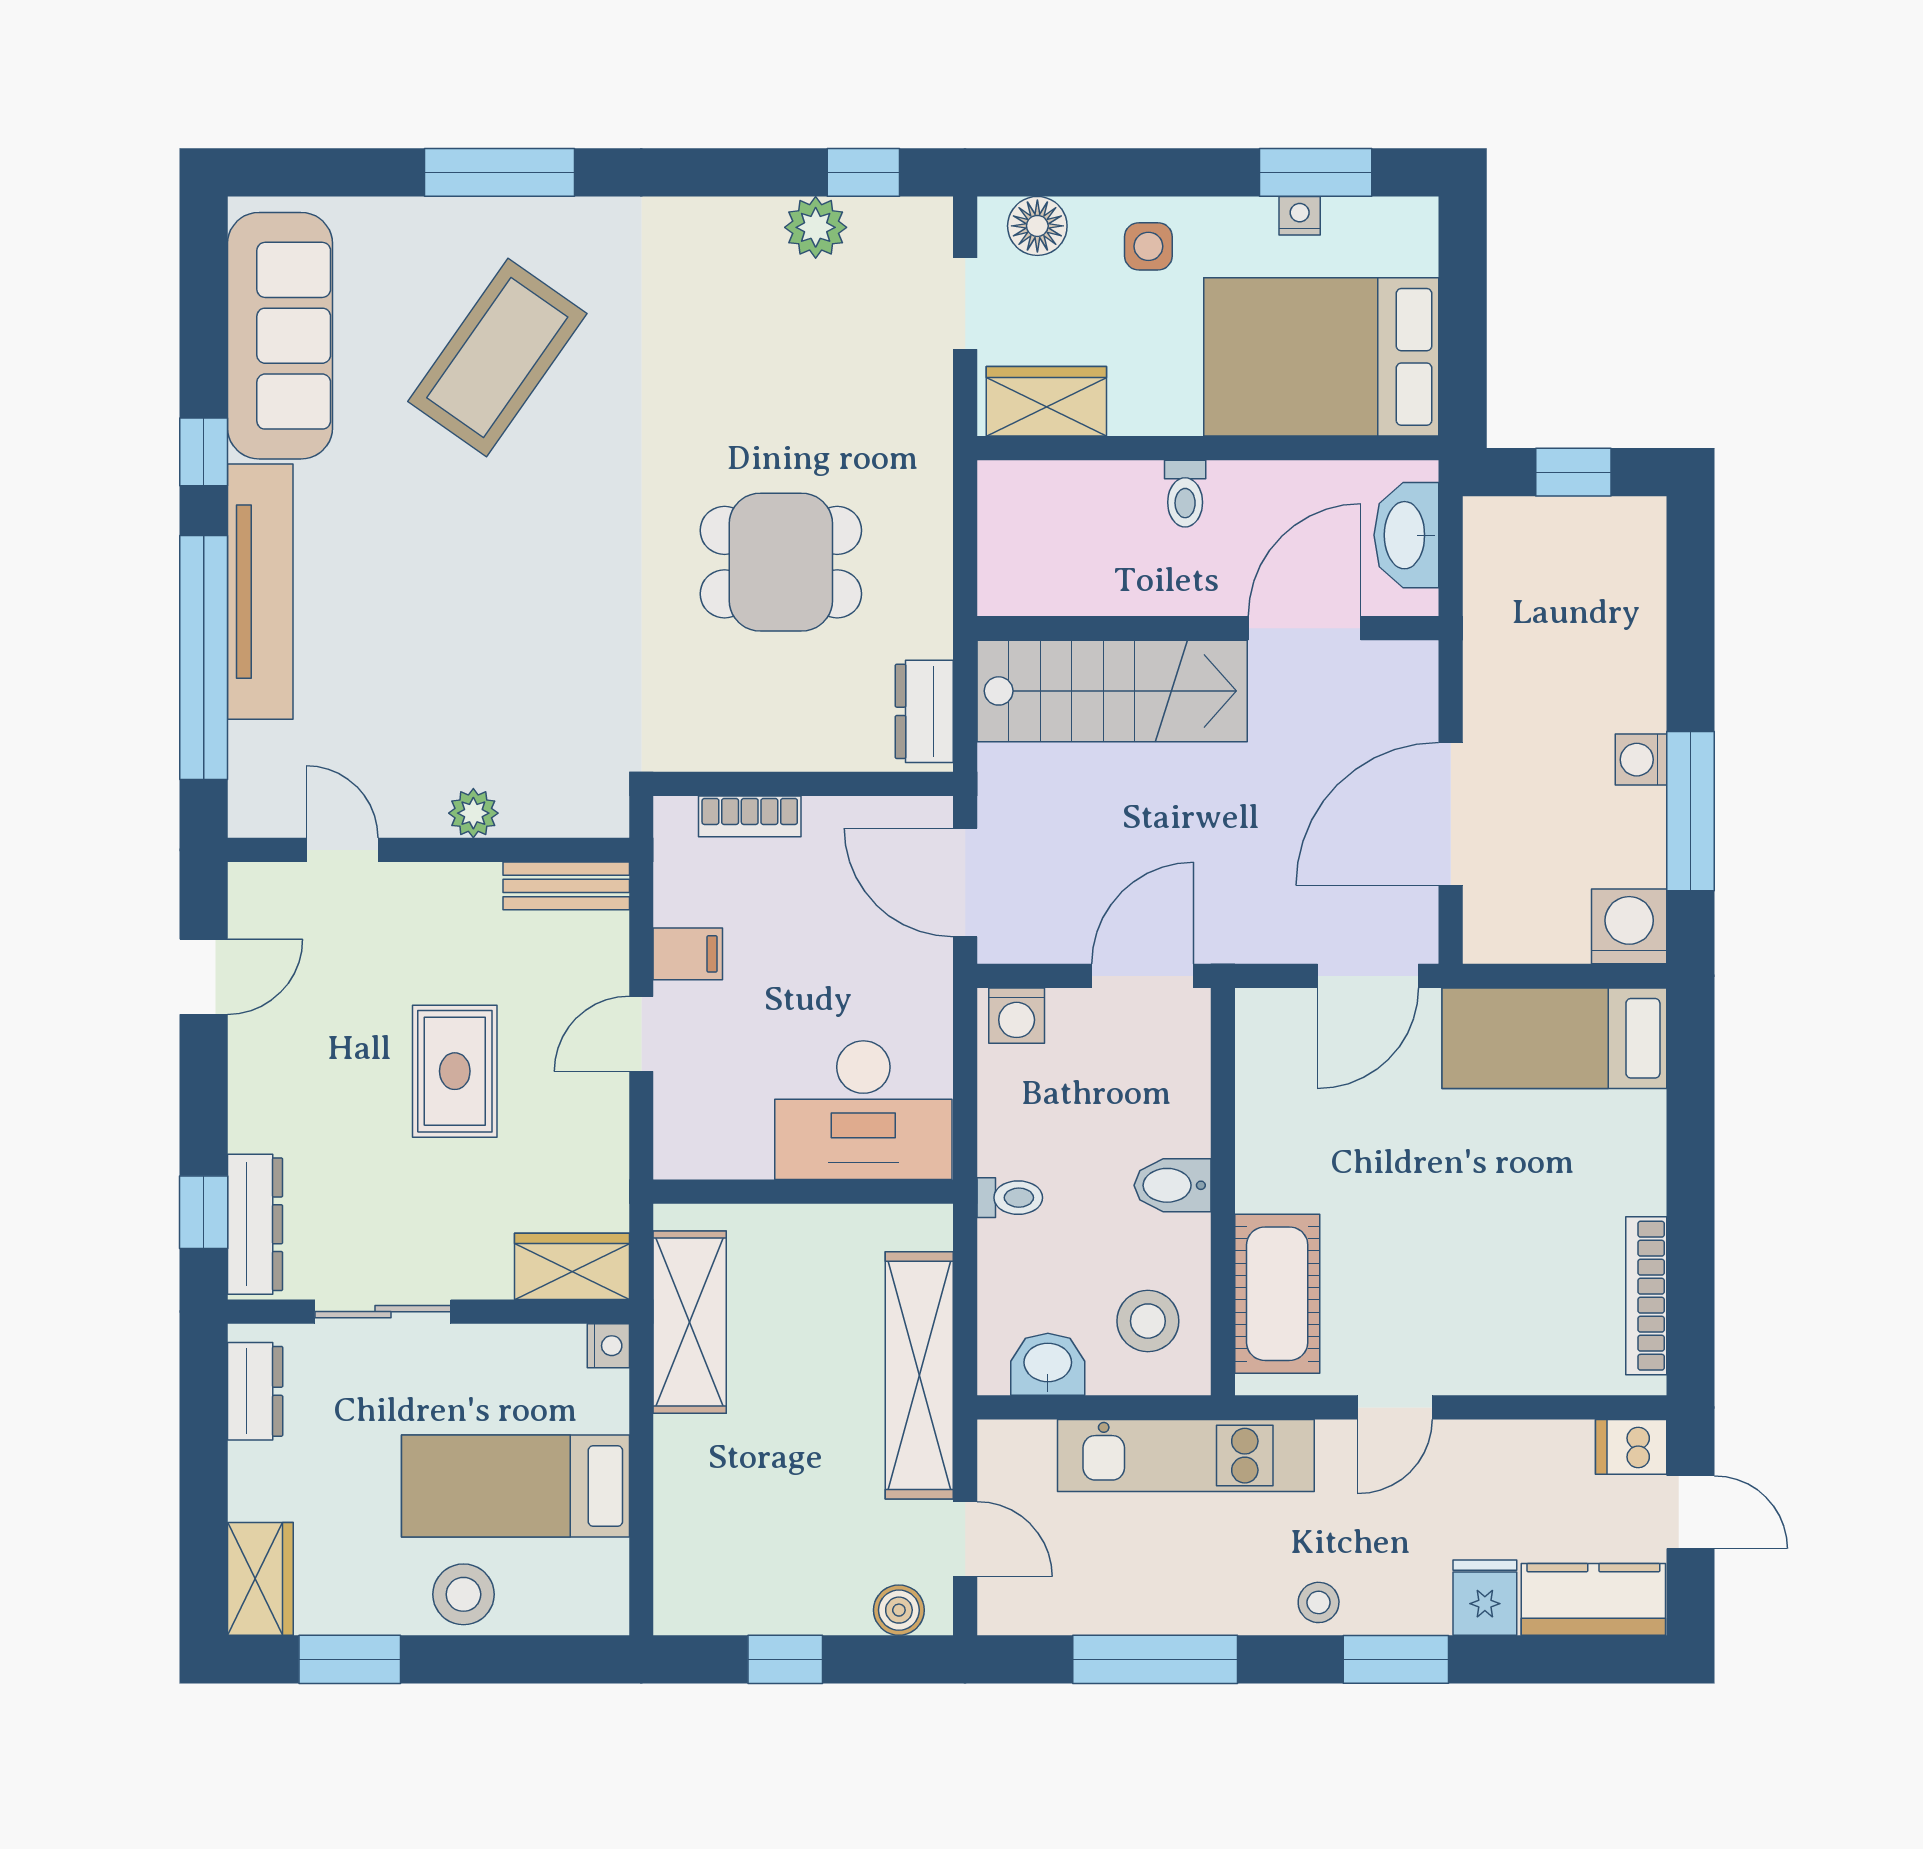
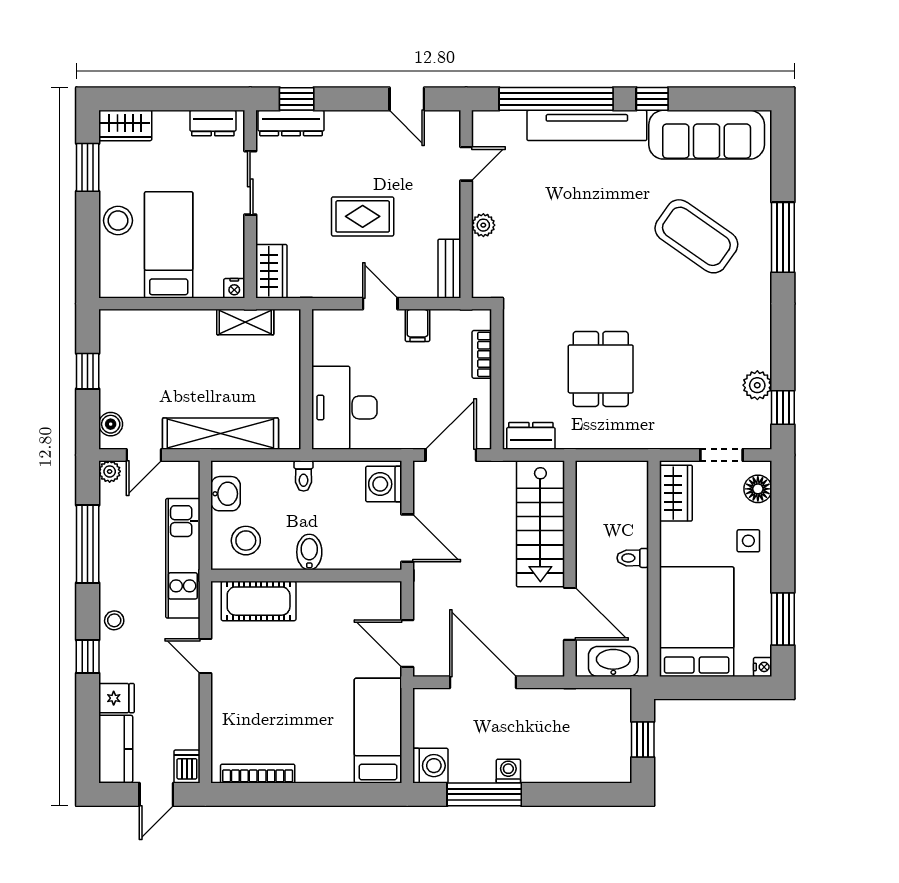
nightstand: (1300, 216) -> (763, 667), moved
washing machine: (1017, 1016) -> (384, 484), width x1.38, depth x1.38
shelving: (690, 1322) -> (245, 322), width x0.67, depth x0.75
plant: (1000, 1612) -> (110, 471), added
window: (1396, 1659) -> (88, 657), width x0.67

